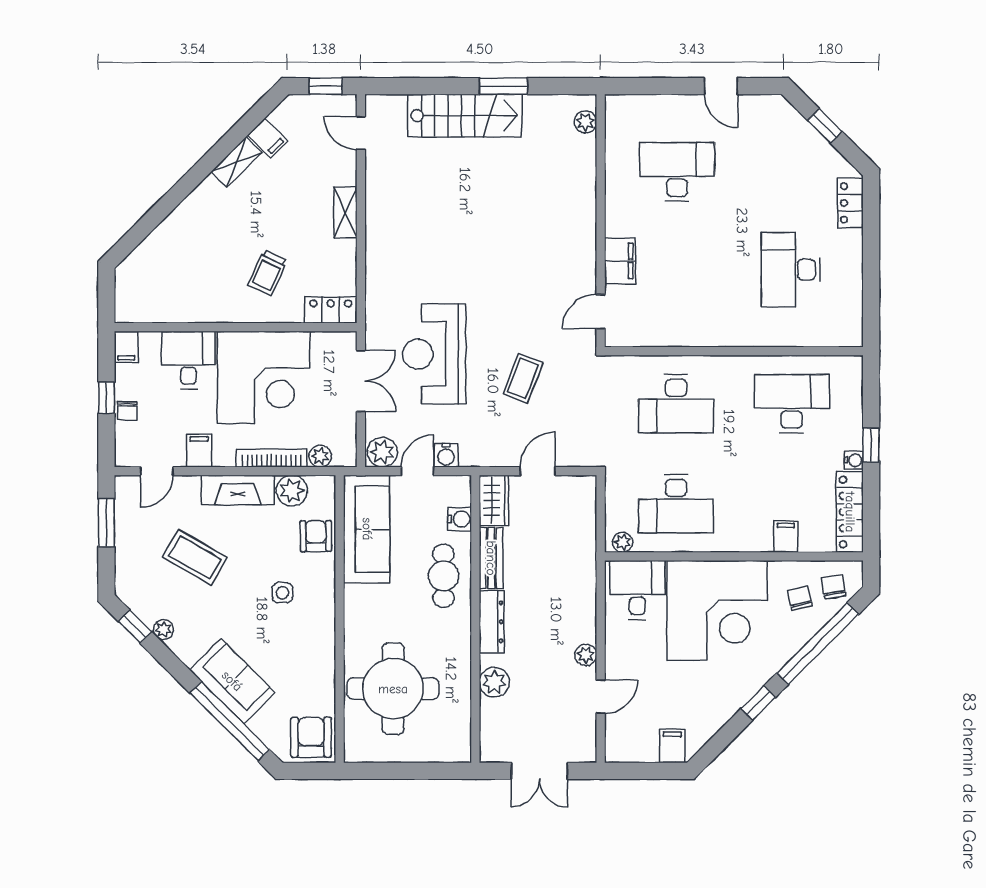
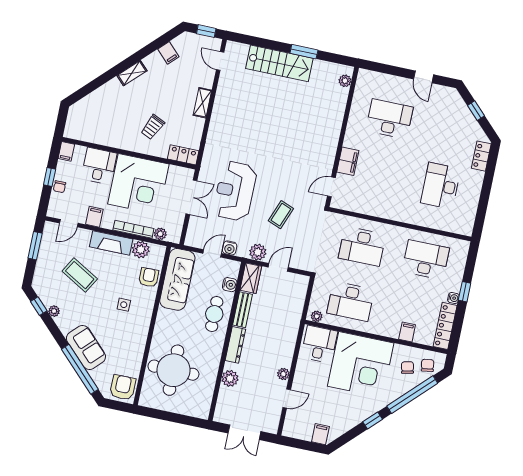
shelving: (236, 162) -> (132, 73), moved
plant: (382, 452) -> (258, 252), moved

